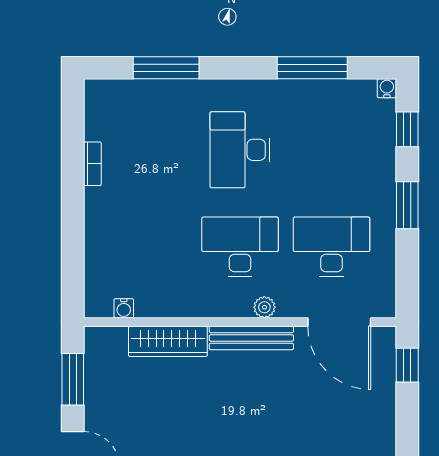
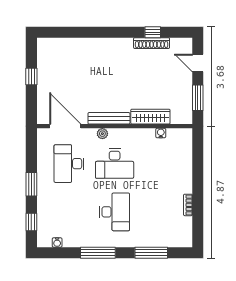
window: (312, 68) -> (98, 253), moved
water cooler: (387, 88) -> (57, 242), moved
desk: (331, 247) -> (69, 164), turned 90
water cooler: (124, 308) -> (161, 133), moved
window: (407, 365) -> (31, 77), moved

